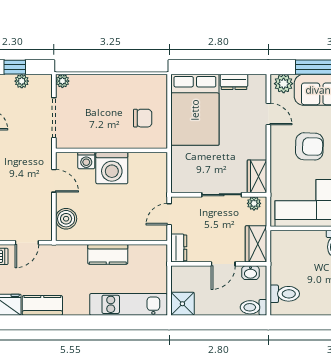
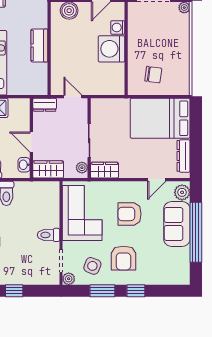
dresser: (234, 82) -> (184, 156), width x1.44
chair: (143, 118) -> (153, 75), turned -82
armchair: (309, 146) -> (130, 214), turned 88

